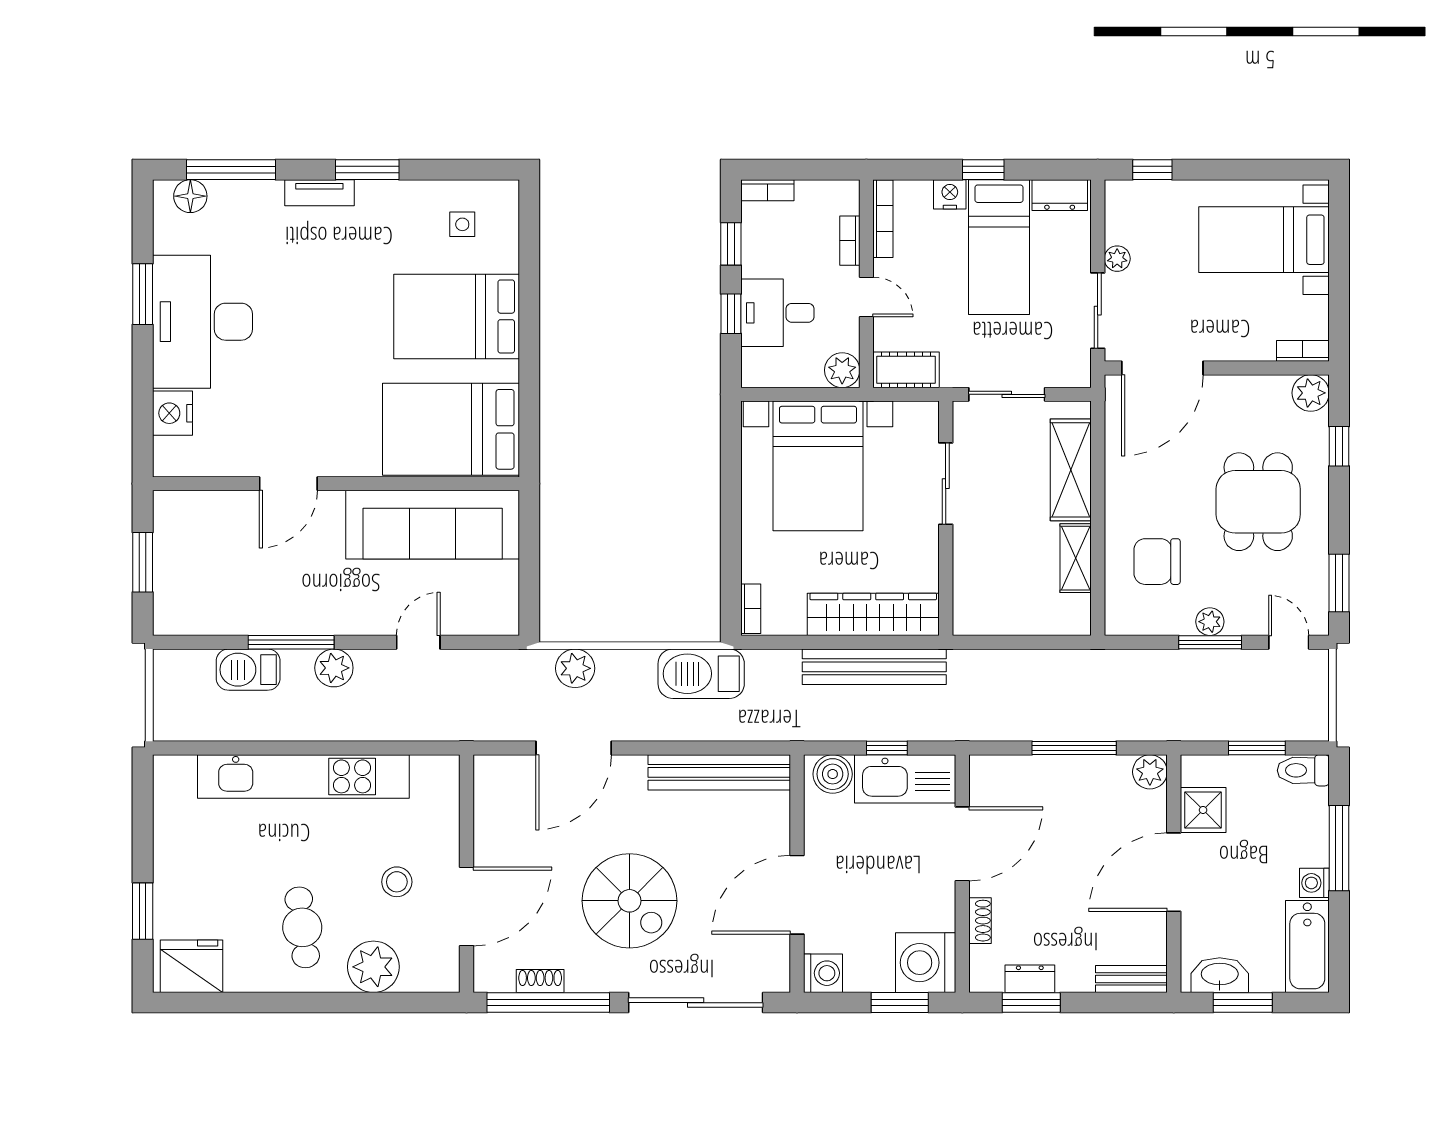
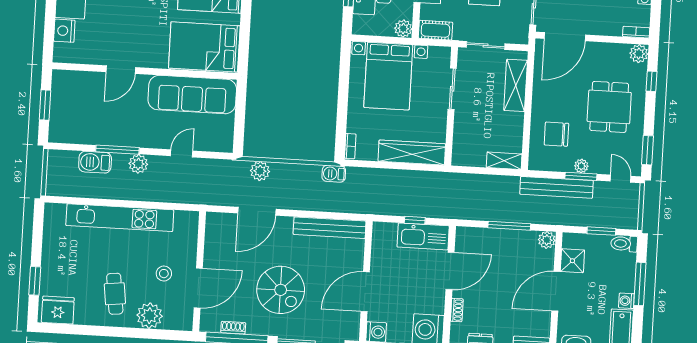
shelving: (1076, 558) -> (504, 161), moved, turned 90
bench: (874, 667) -> (556, 187), moved
barbecue: (701, 674) -> (334, 174), width x0.53, depth x0.65
boiler: (833, 774) -> (387, 232), removed

